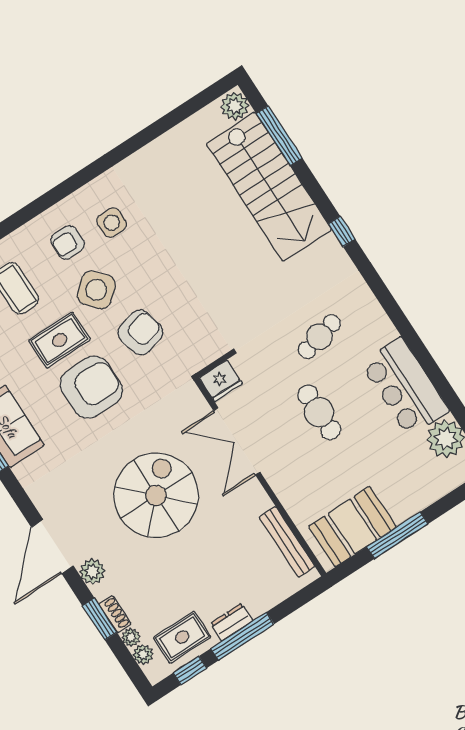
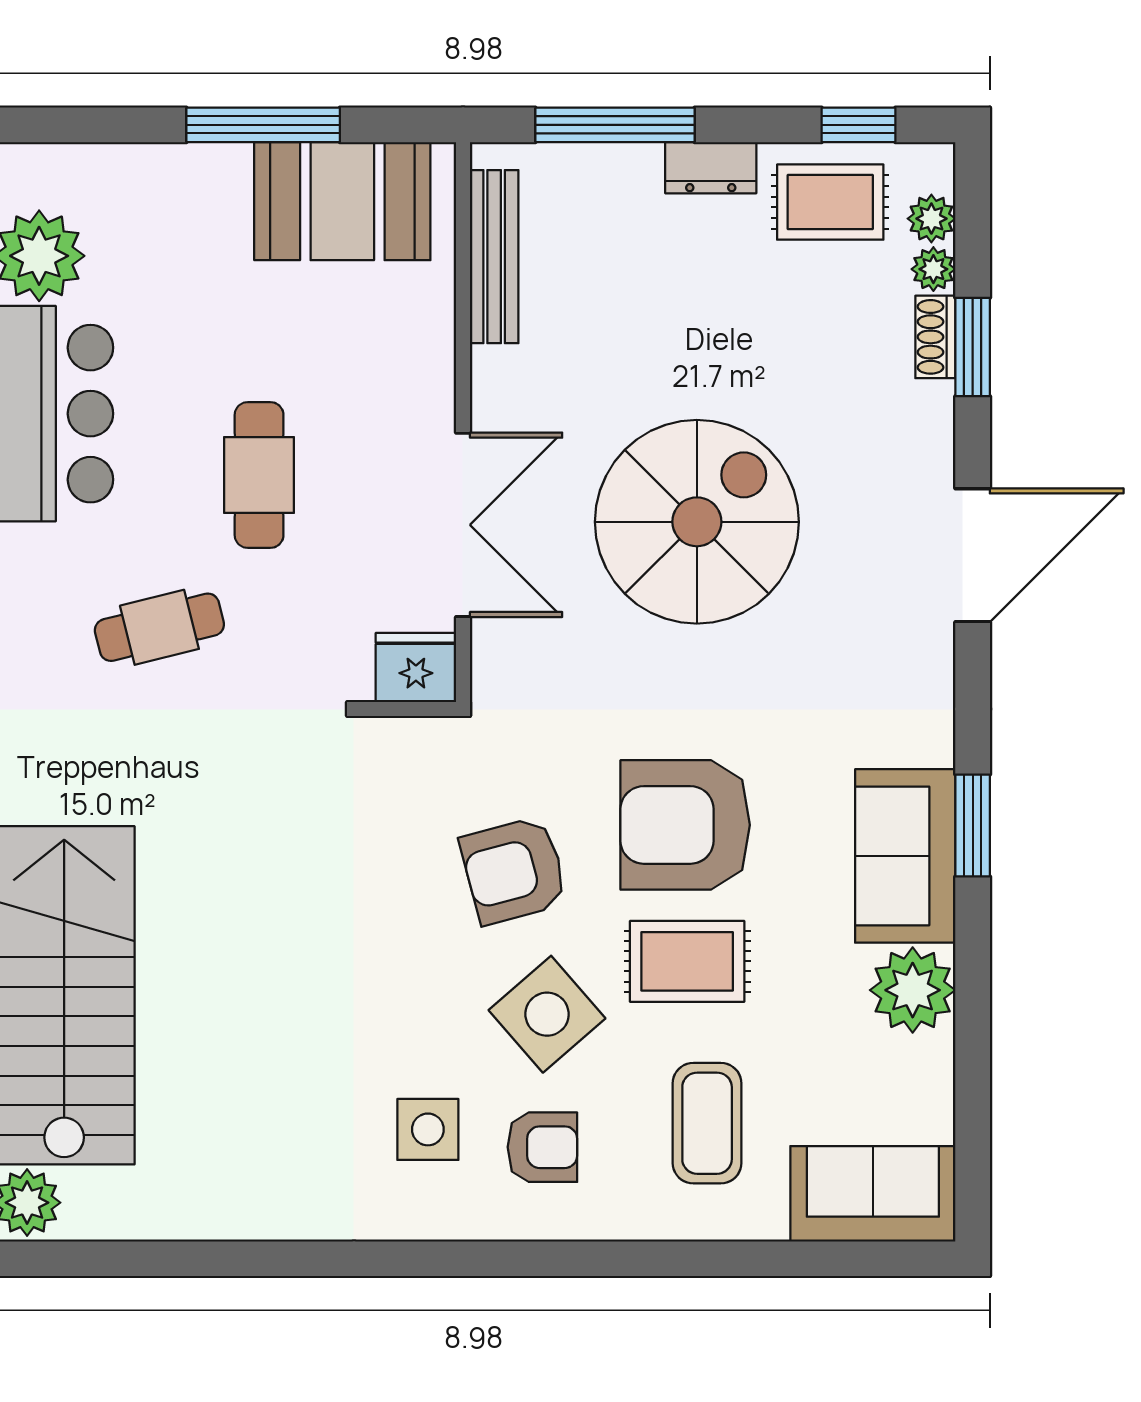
spiral stairs: (156, 495) -> (697, 522), turned 180
plant: (92, 571) -> (925, 452), removed
window: (242, 636) -> (615, 125), moved

